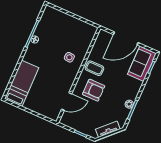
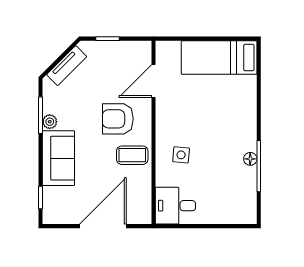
desk: (84, 32) -> (175, 206), added
sofa: (142, 64) -> (58, 158), moved
bed: (22, 83) -> (219, 57), moved, turned 90

